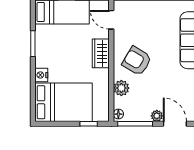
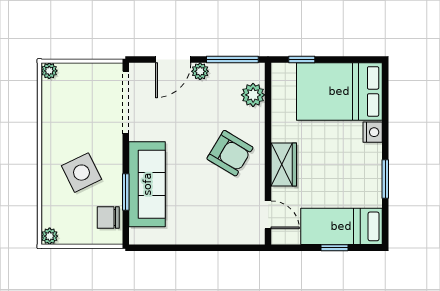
plant: (121, 88) -> (253, 95), moved
floor lamp: (118, 114) -> (257, 74), removed
door: (175, 124) -> (173, 60), hinge flipped

